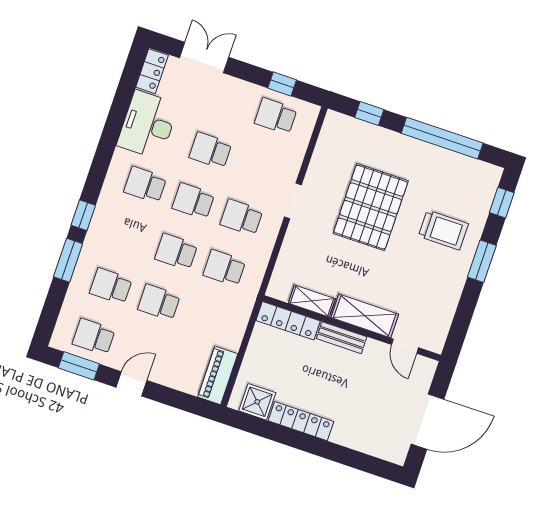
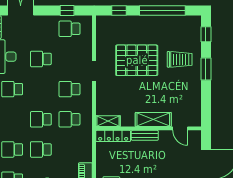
school desk: (193, 201) -> (41, 89), removed
pallet: (371, 207) -> (137, 60), turned 90
shelving: (312, 301) -> (108, 121), moved

